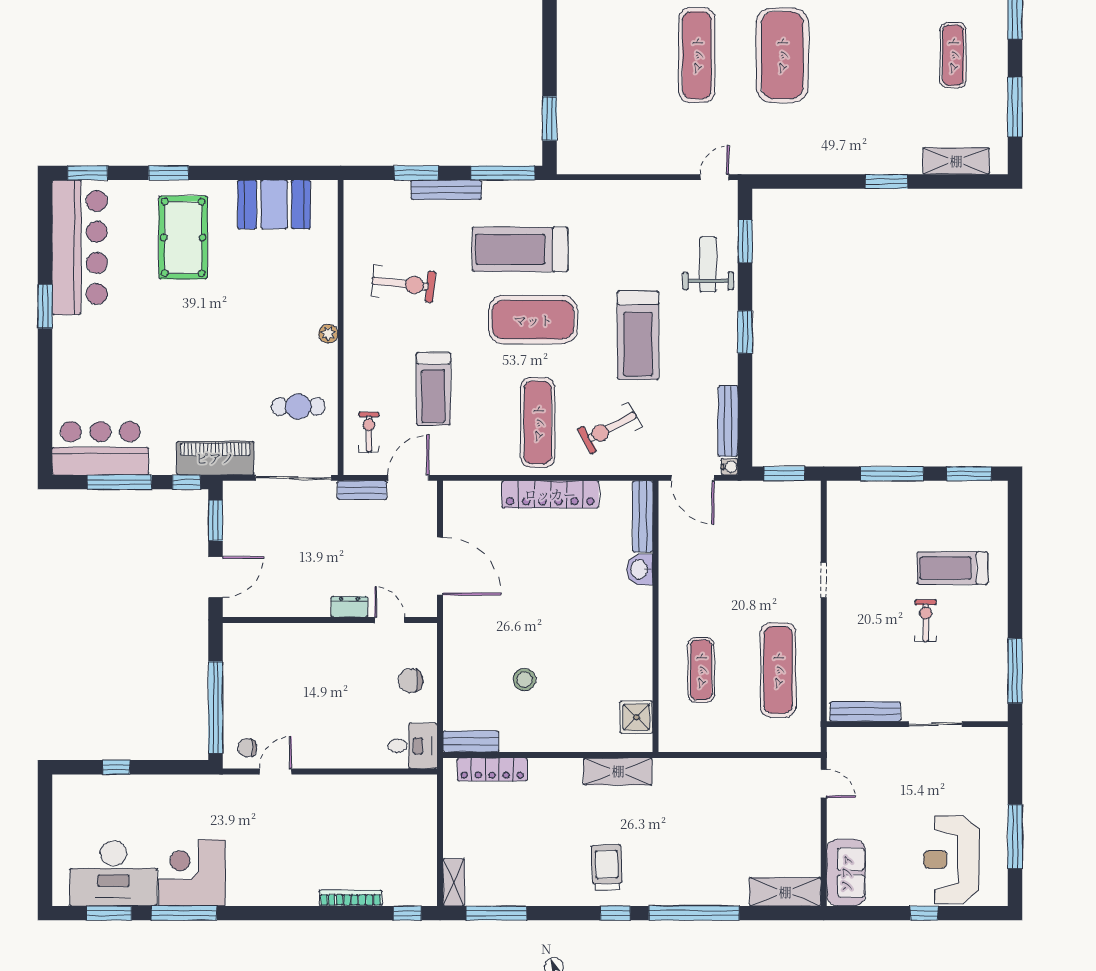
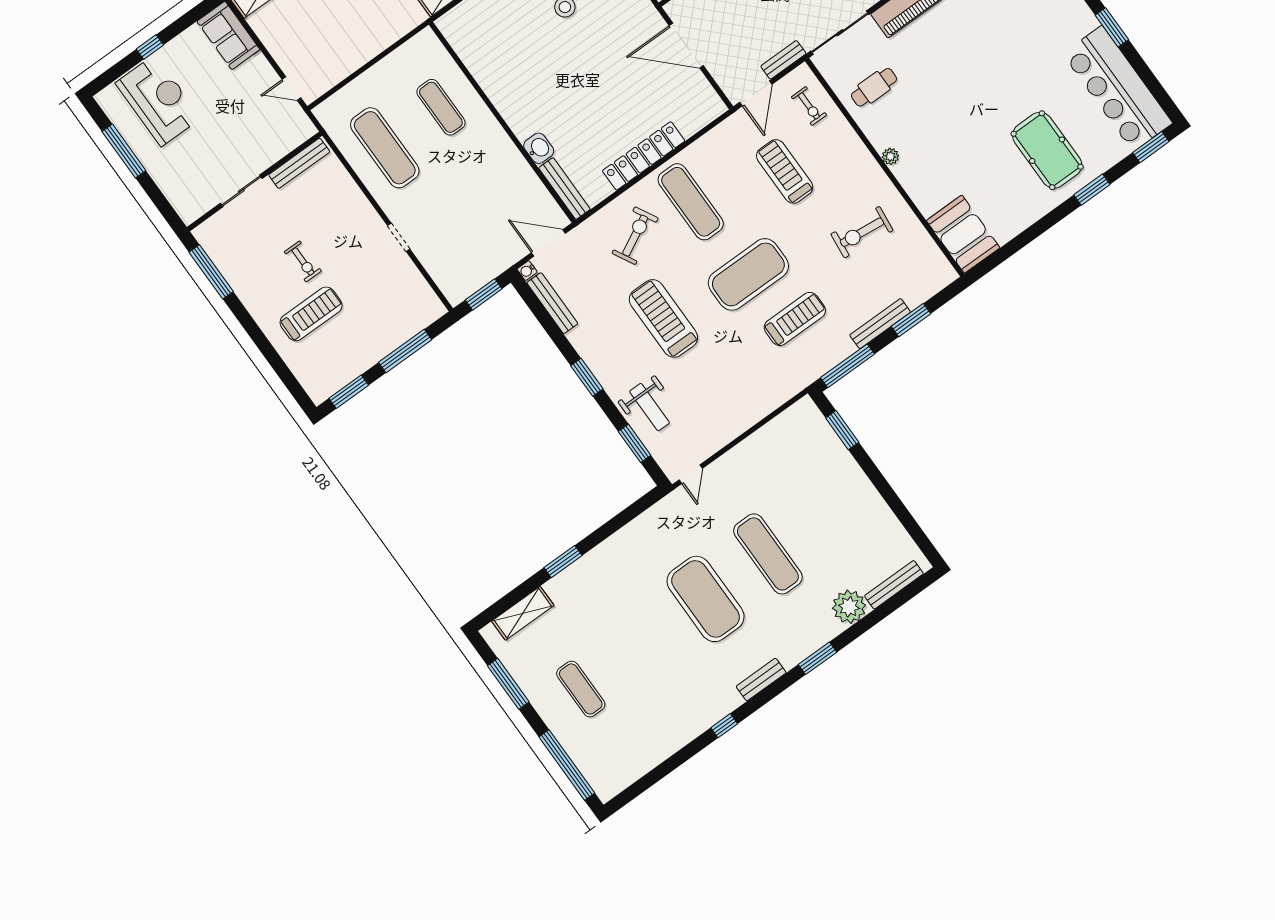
booth: (274, 204) -> (963, 234), moved, turned 90
treadmill: (520, 249) -> (795, 319), width x0.73, depth x0.73
shower: (636, 717) -> (463, 39), removed

